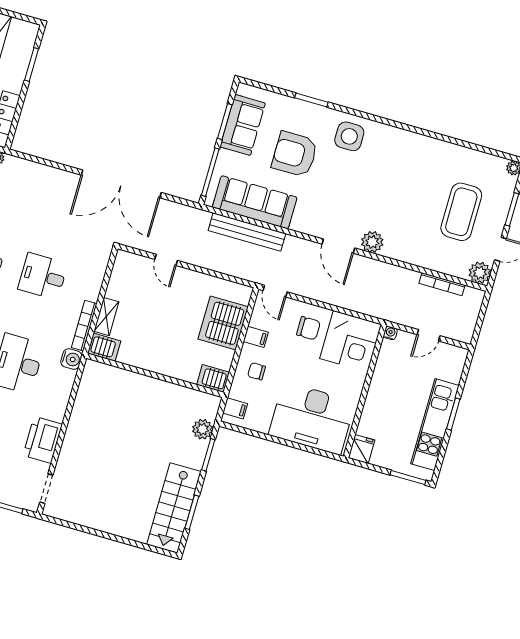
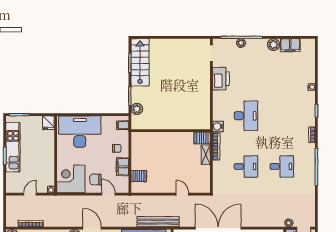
bench: (247, 232) -> (158, 222), moved
door: (275, 291) -> (108, 194), moved
server rack: (223, 323) -> (139, 176), width x0.46, depth x0.70
filing cabinet: (256, 337) -> (122, 167), width x2.00
server rack: (213, 379) -> (139, 138), removed

